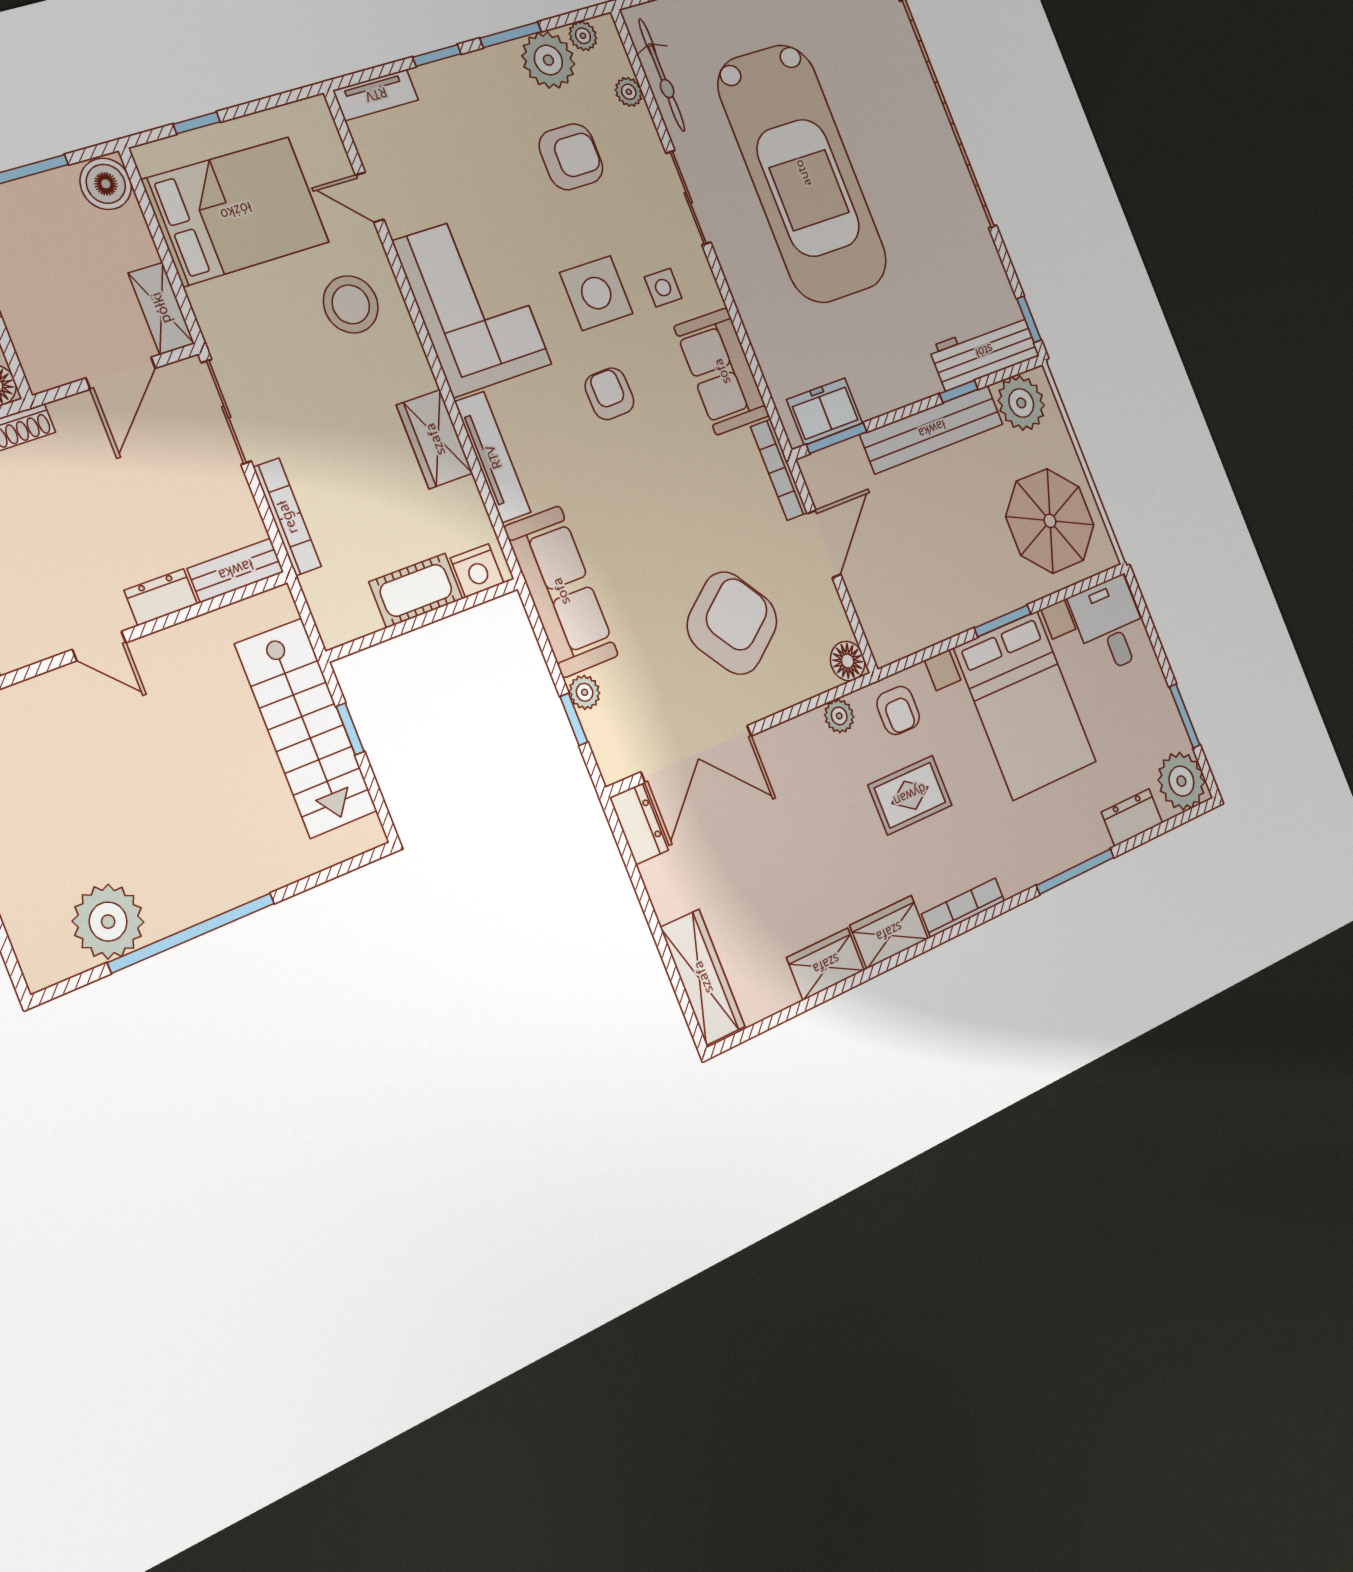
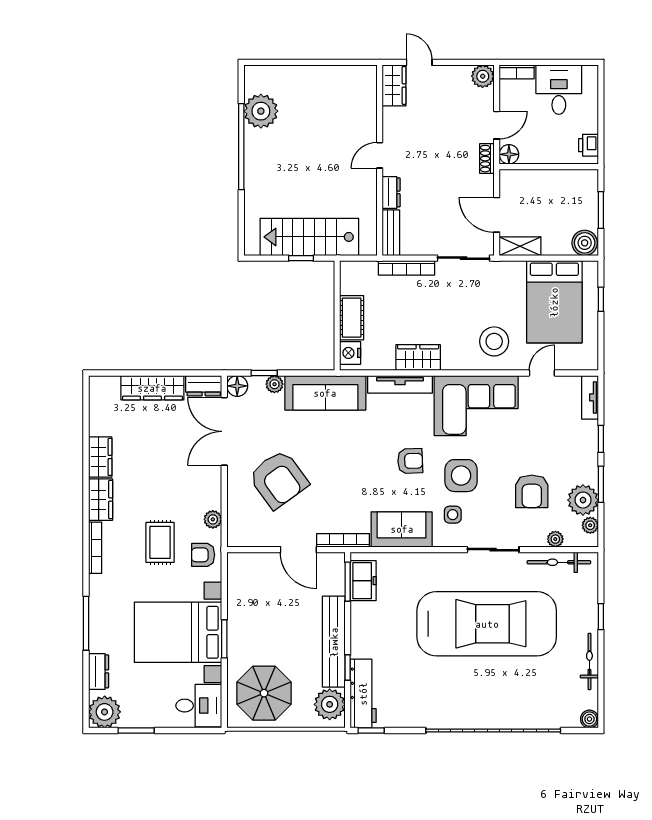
car: (803, 173) -> (487, 624), turned 180
floor lamp: (848, 661) -> (237, 386), moved
wardrobe: (703, 977) -> (152, 388), moved

